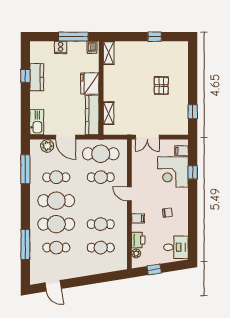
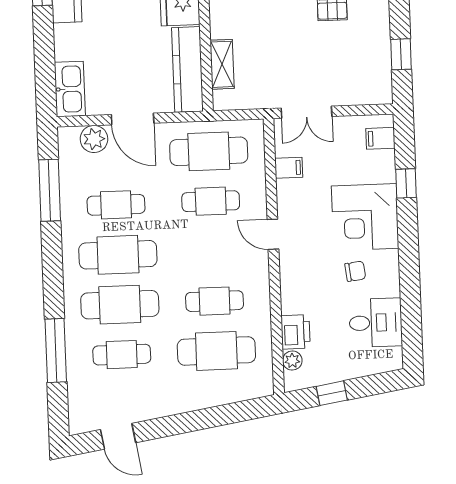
corner desk: (173, 172) -> (365, 217), moved
filing cabinet: (138, 218) -> (289, 168), moved
desk: (176, 247) -> (376, 323), moved
cafe table: (101, 248) -> (216, 351), width x1.37, depth x1.35

